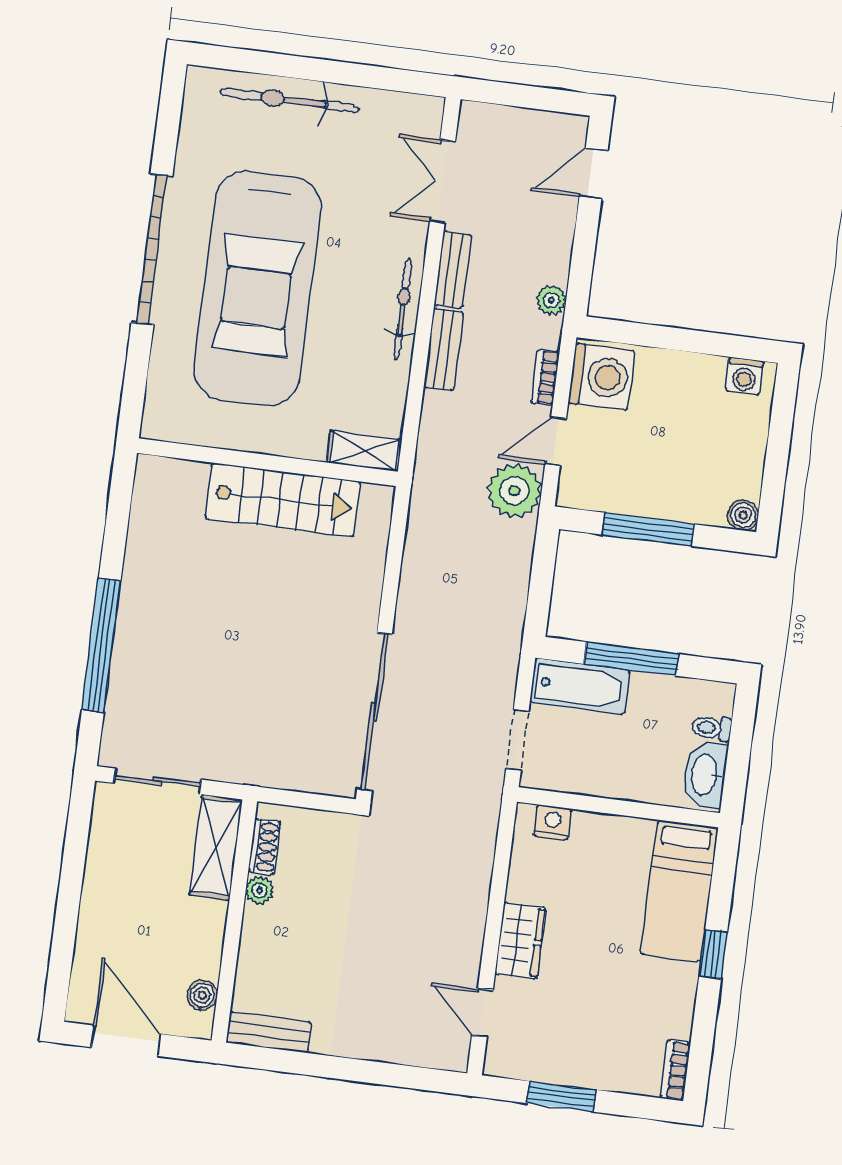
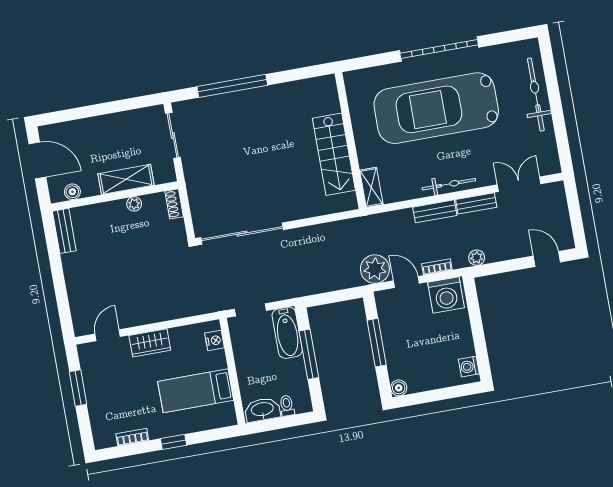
shelving: (216, 847) -> (126, 179), moved
shoe rack: (264, 847) -> (174, 204), moved, turned 90
bed: (679, 891) -> (196, 391), moved
door: (126, 1041) -> (37, 160), hinge flipped
bookcase: (675, 1070) -> (132, 437), moved

